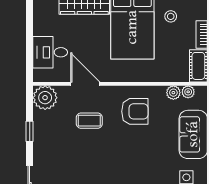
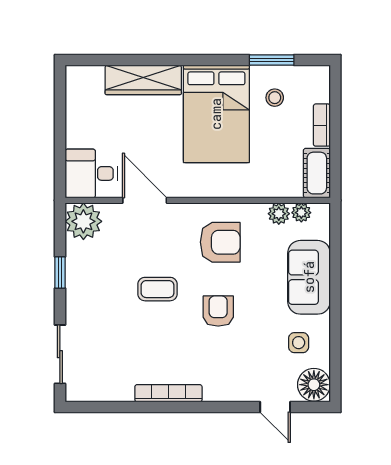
desk: (50, 52) -> (91, 173), moved
coffee table: (89, 121) -> (158, 289), moved
armchair: (134, 157) -> (218, 311), added

